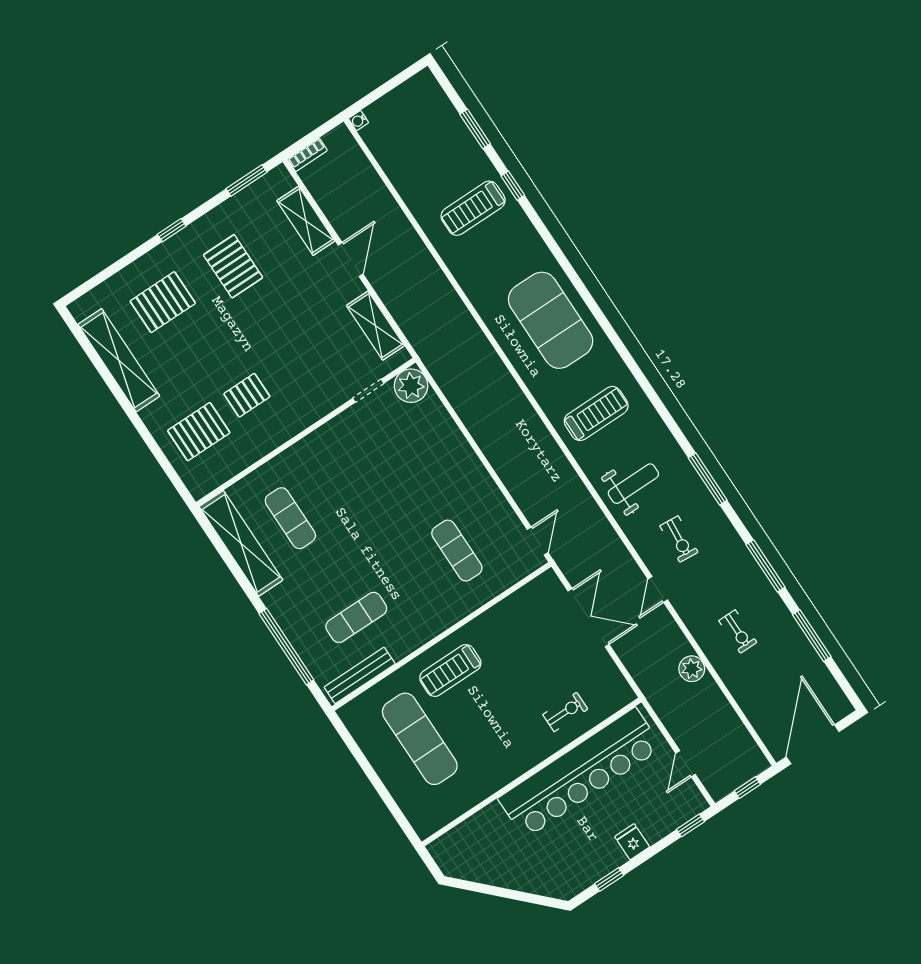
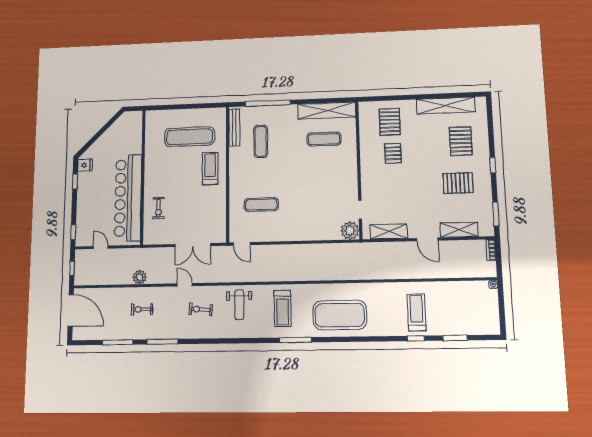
window: (708, 479) -> (296, 340), moved
fridge: (632, 842) -> (85, 165), moved

